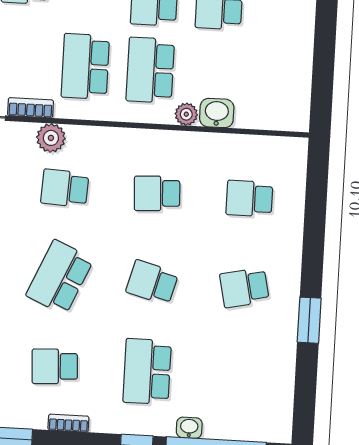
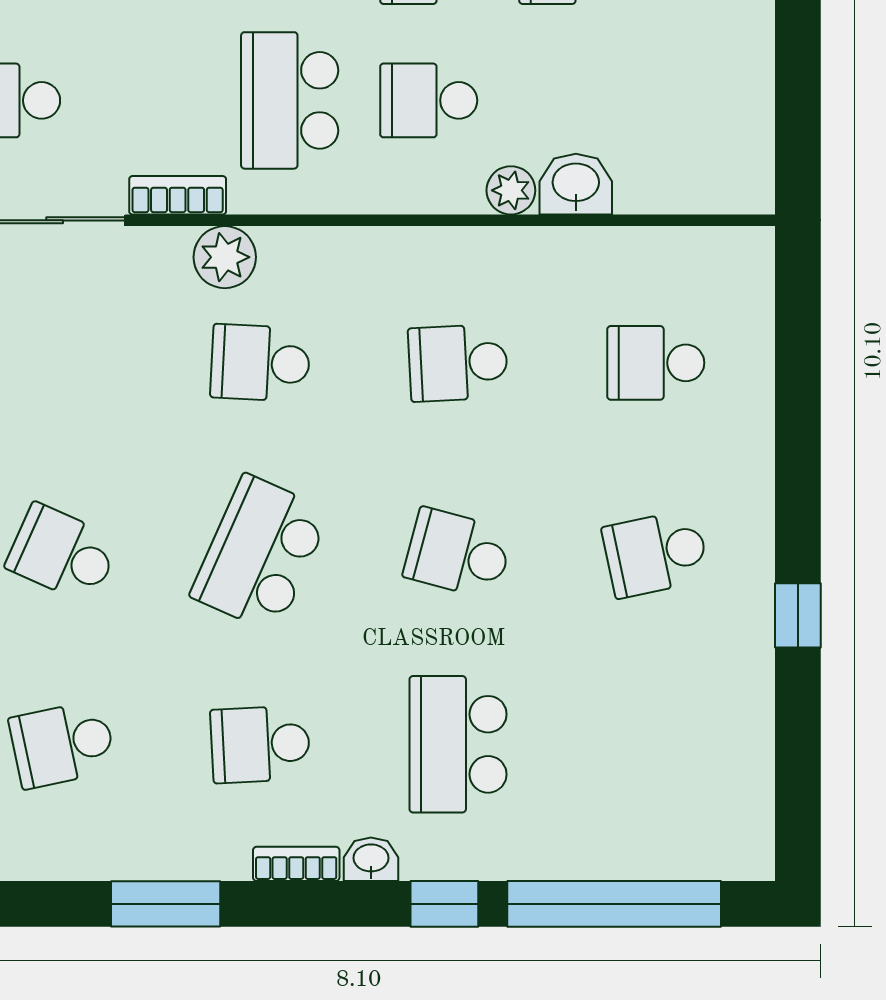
school desk: (150, 70) -> (429, 100), width x0.54
window: (309, 320) -> (798, 615), width x0.67
washbasin: (189, 428) -> (371, 859), moved

